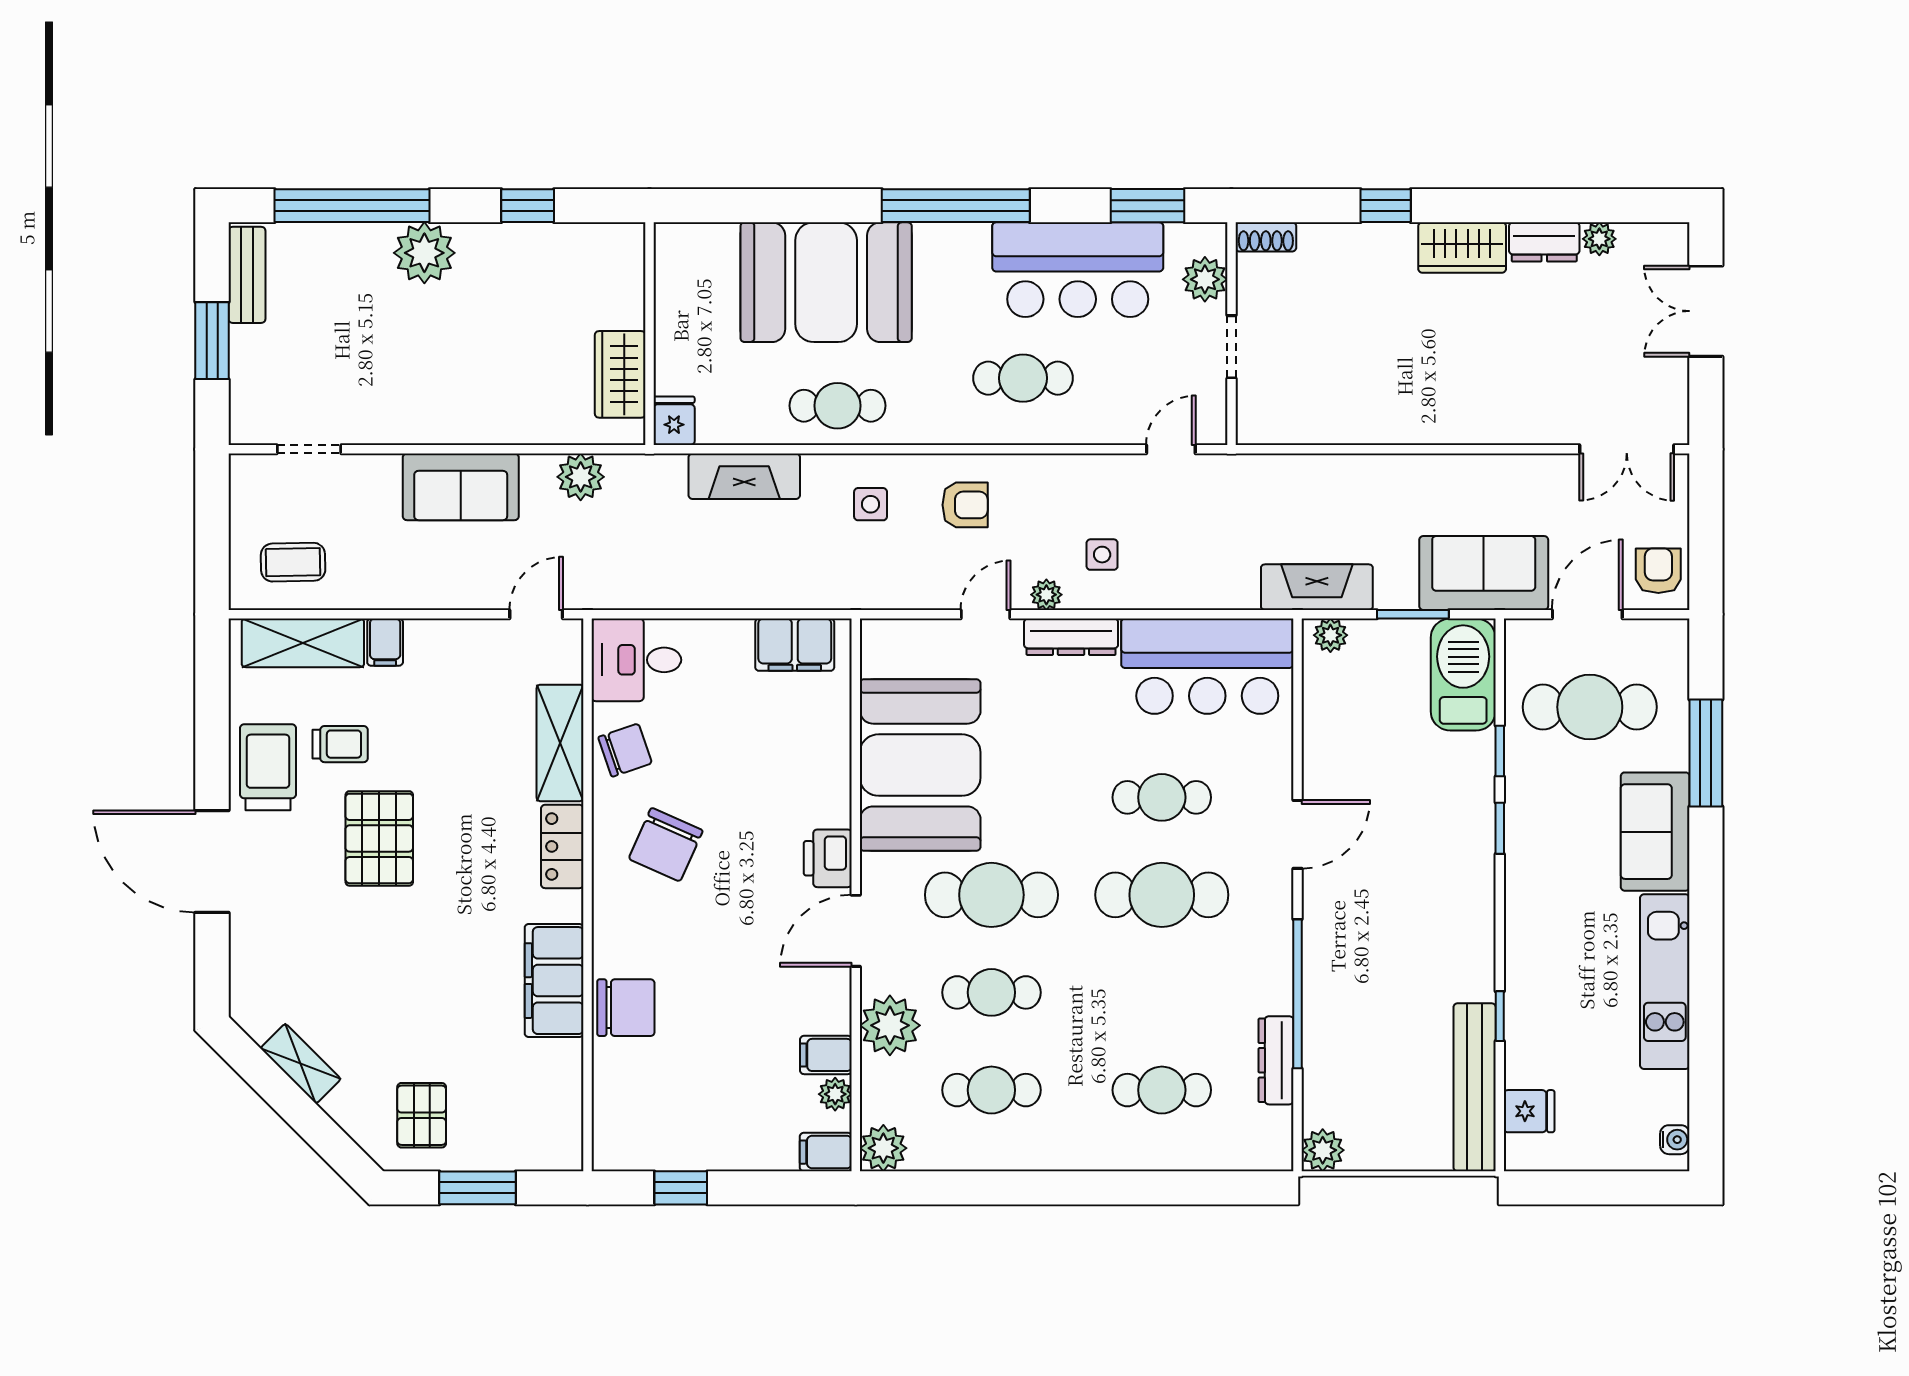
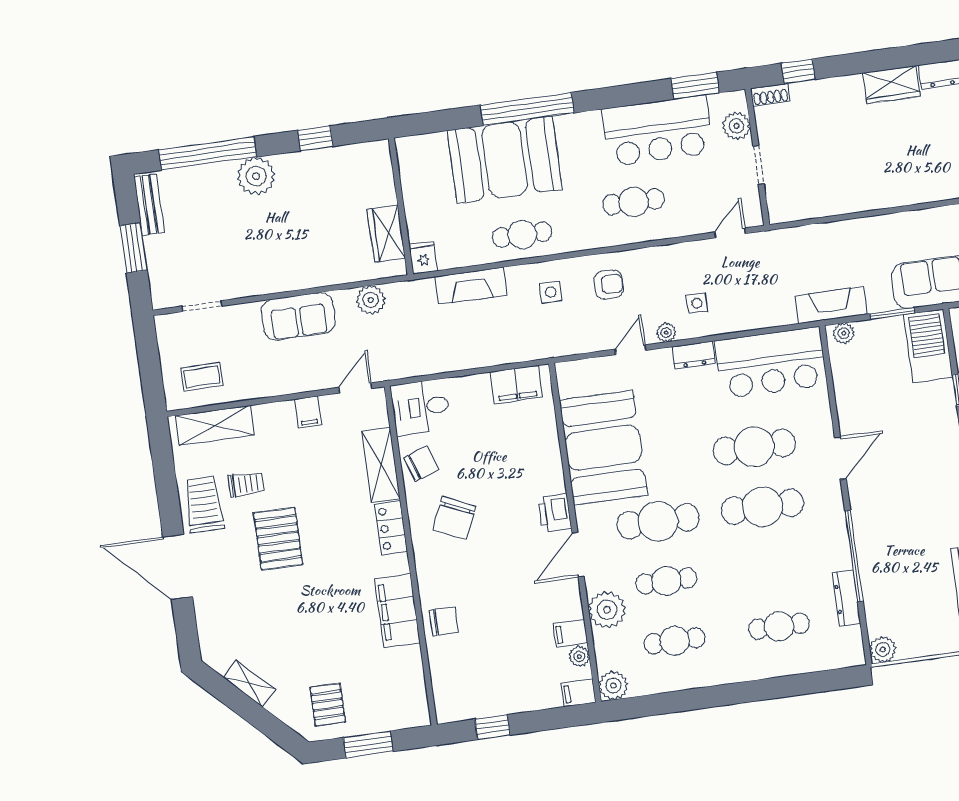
window: (956, 206) -> (527, 109), moved
window: (1386, 206) -> (798, 71), moved
dresser: (1071, 637) -> (694, 355), width x0.70
filing cabinet: (385, 642) -> (308, 412), moved
cafe table: (1162, 797) -> (754, 447), width x1.37, depth x1.35
chair: (626, 1008) -> (444, 621), width x0.73, depth x0.73

